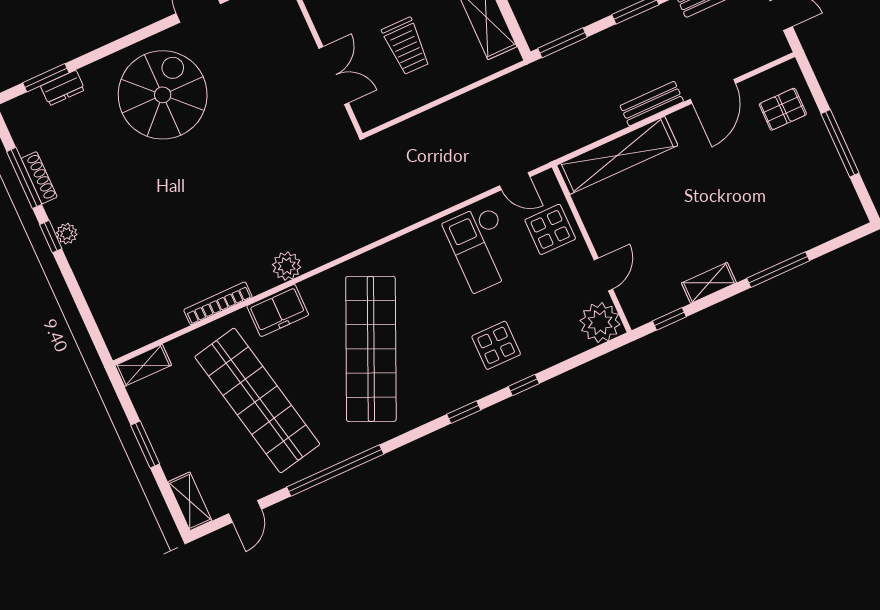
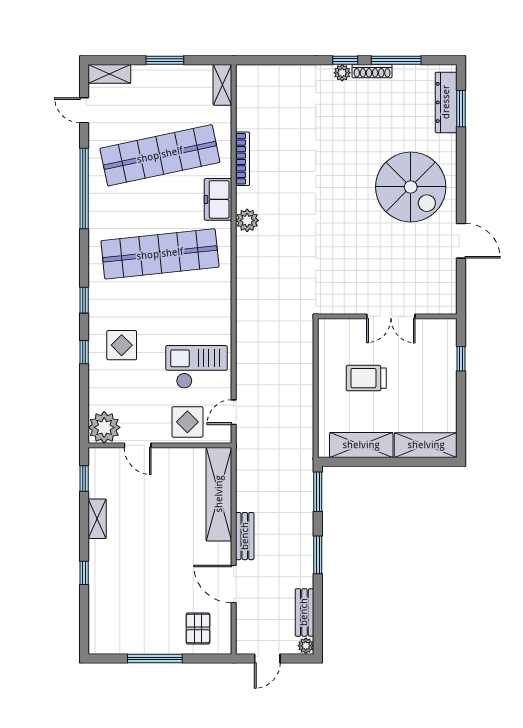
double door: (334, 76) -> (391, 316), moved
dresser: (63, 88) -> (446, 102), width x1.96, depth x1.24
shoe rack: (39, 178) -> (372, 71), moved
window: (778, 270) -> (84, 573), width x0.46
shop shelf: (371, 349) -> (160, 254), turned -30

